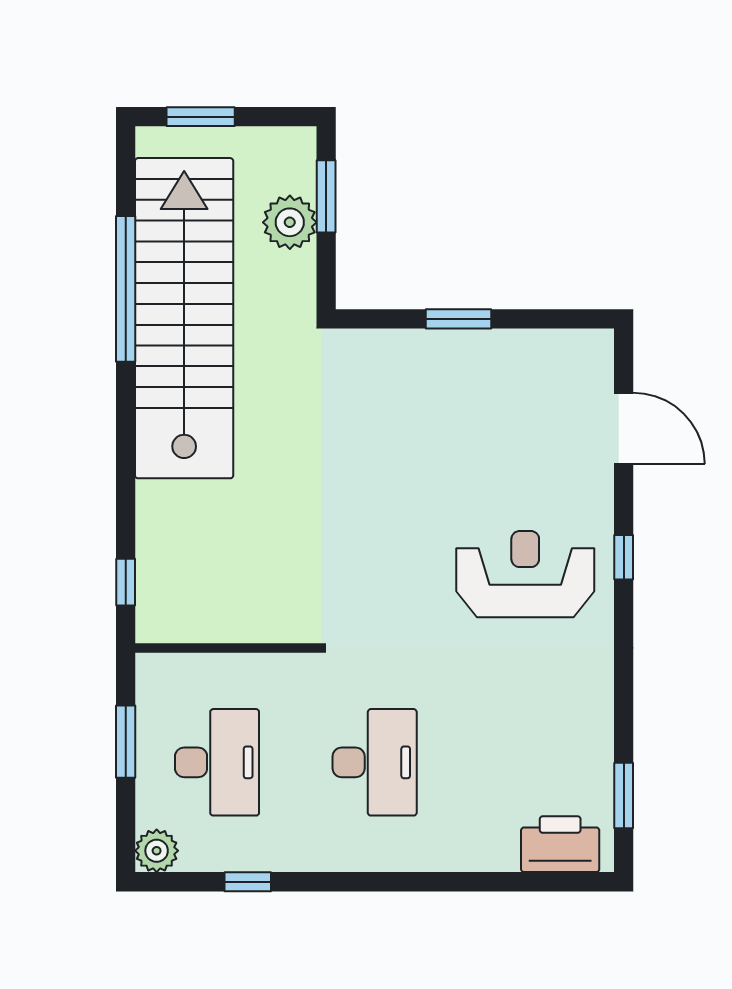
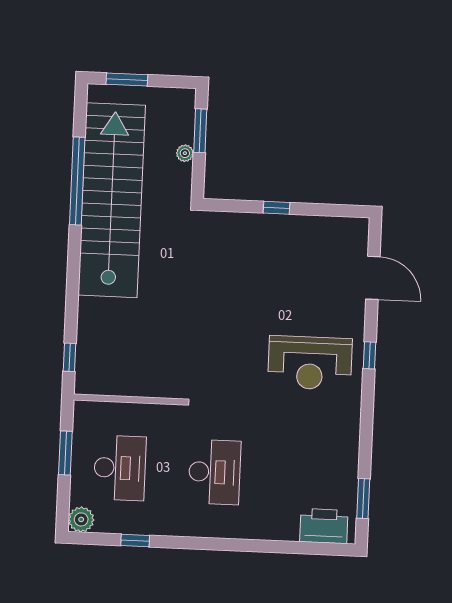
plant: (290, 222) -> (185, 153), width x0.53, depth x0.53
window: (459, 319) -> (277, 208), width x0.67
reception desk: (525, 574) -> (310, 363), turned 180

